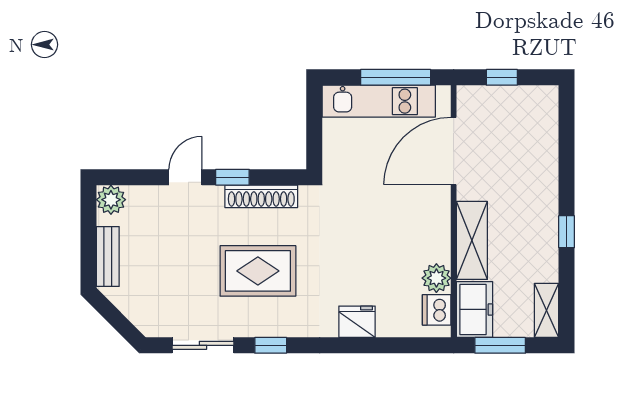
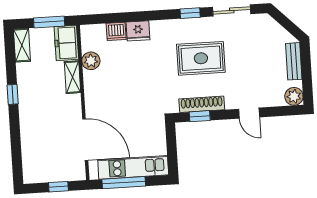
door: (454, 151) -> (85, 140), hinge flipped
door: (185, 177) -> (249, 113), hinge flipped
window: (232, 177) -> (200, 116), moved
shelving: (472, 240) -> (72, 77), width x0.67, depth x0.75
dishwasher: (437, 310) -> (116, 31), moved, turned 90

